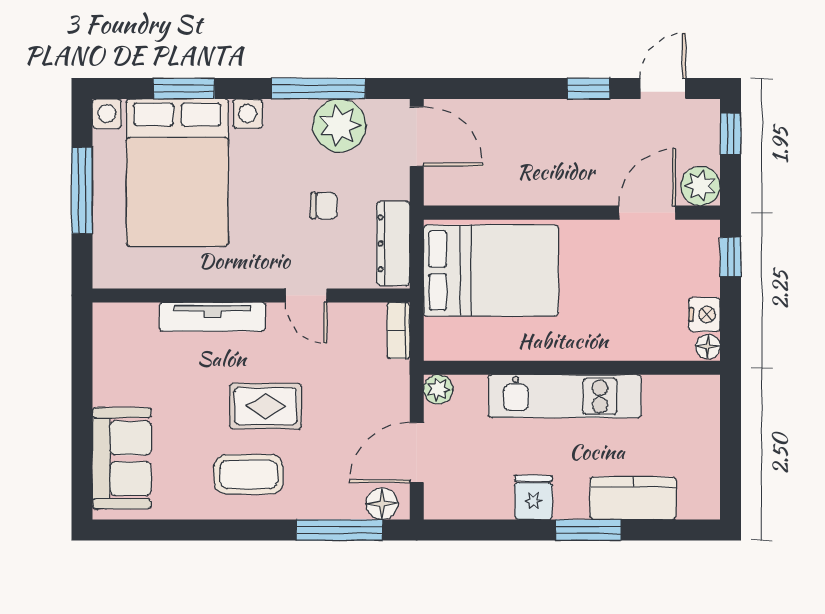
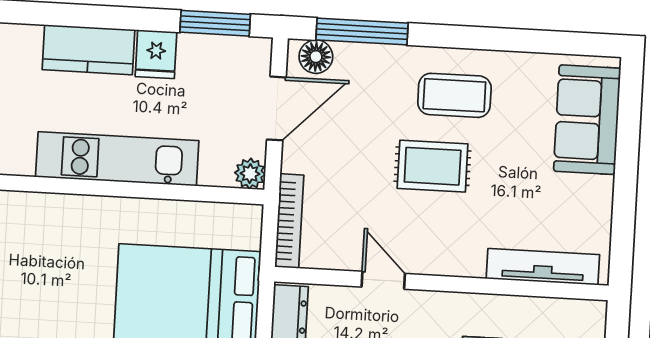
tv unit: (212, 317) -> (543, 267), moved
bookcase: (398, 331) -> (289, 221), width x1.56
kitchen counter: (633, 498) -> (88, 50), moved
window: (588, 530) -> (215, 23), moved

